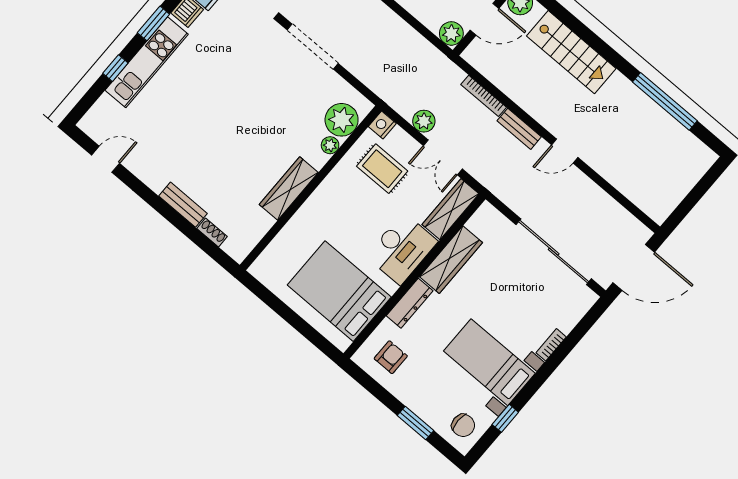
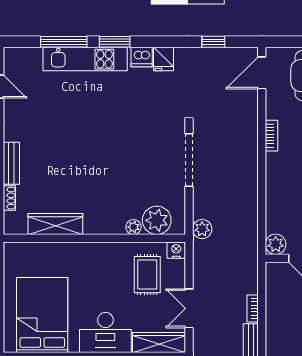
window: (115, 68) -> (64, 42), width x2.17
bookcase: (484, 96) -> (253, 308), width x0.64
plant: (424, 121) -> (202, 229), moved
wardrobe: (289, 188) -> (55, 224), moved

